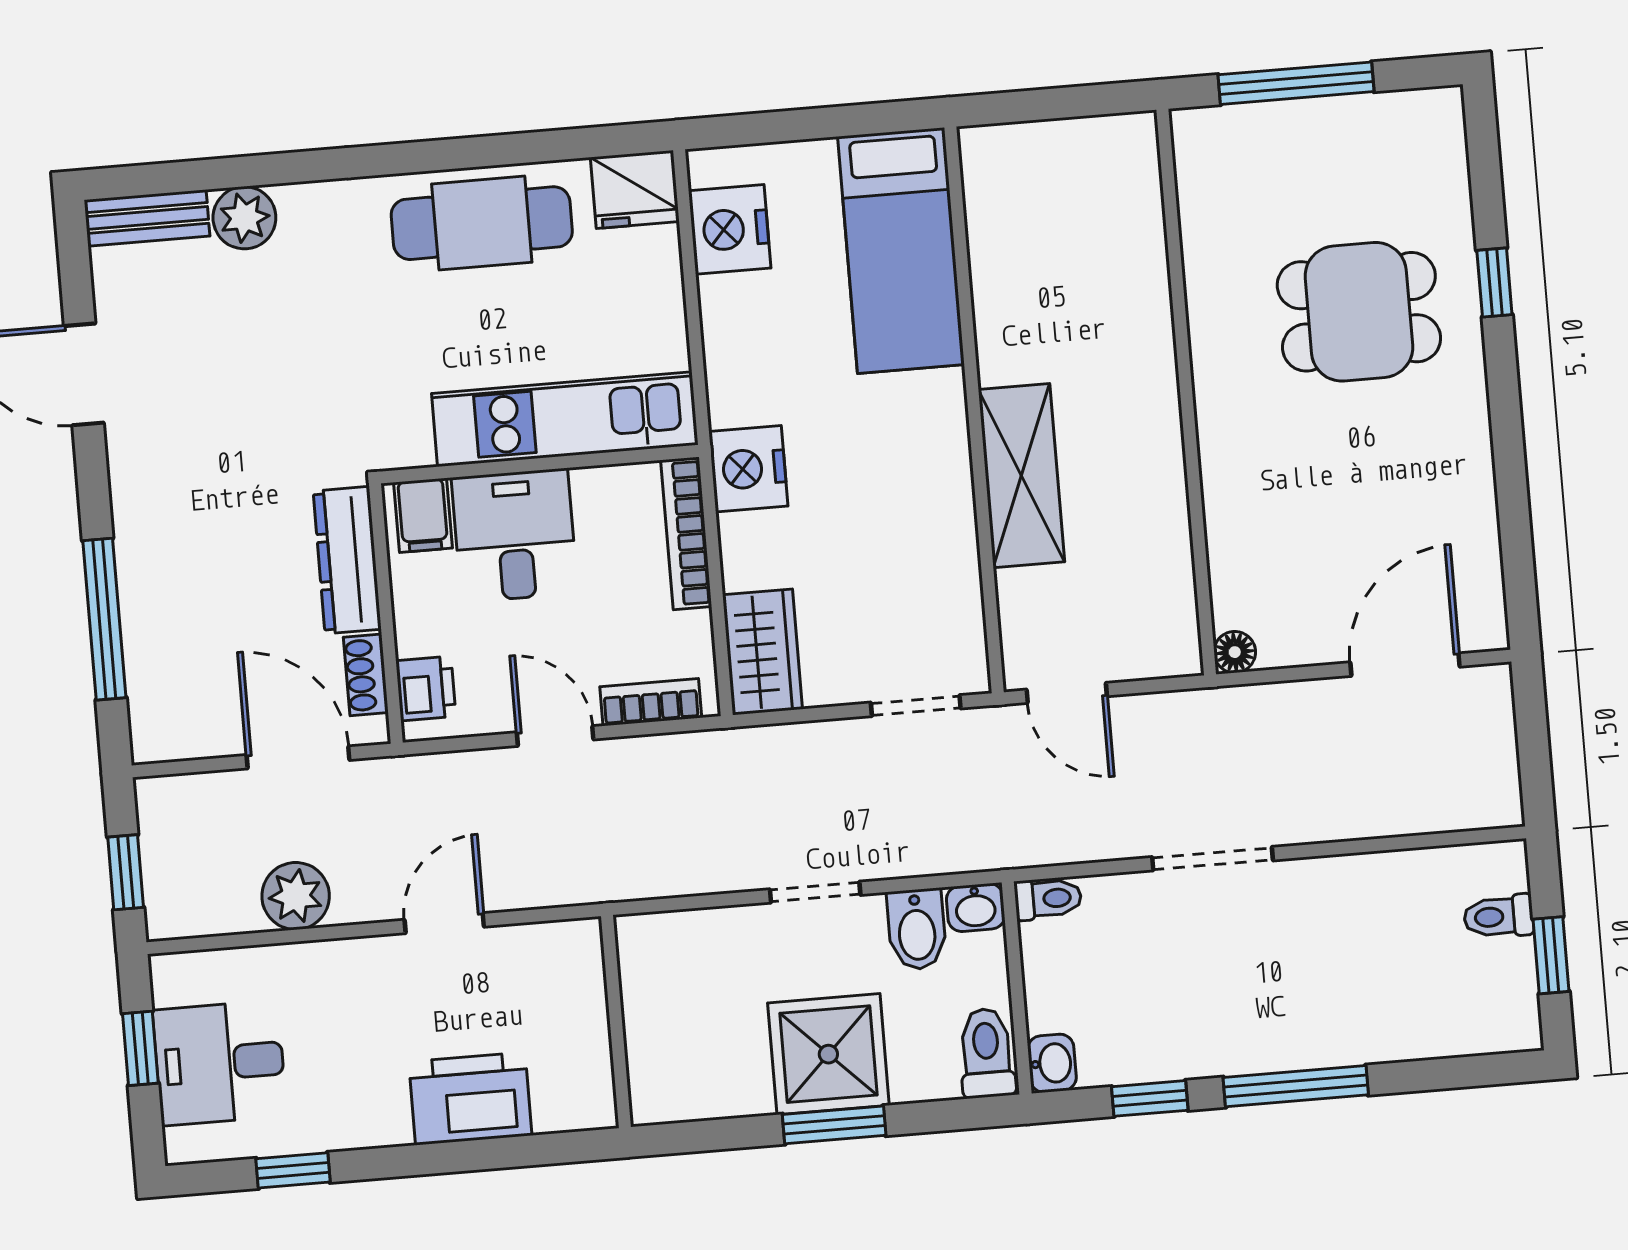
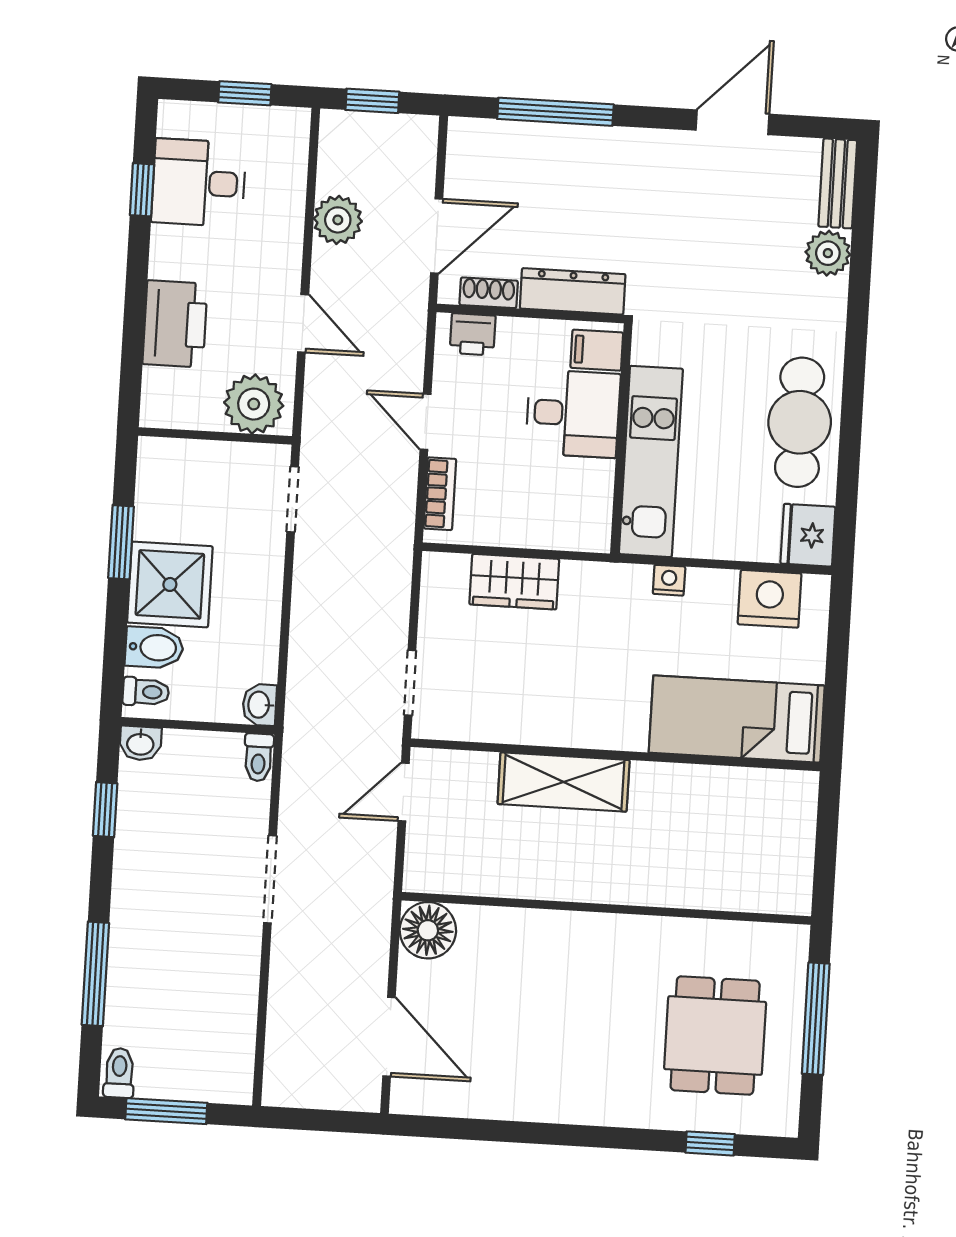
window: (1494, 283) -> (710, 1143), moved
dining table: (1359, 312) -> (715, 1036), moved
nightstand: (748, 469) -> (669, 580), moved, width x0.53, depth x0.56
bookcase: (686, 533) -> (557, 536), removed
wardrobe: (762, 652) -> (514, 582), moved
floor lamp: (1235, 652) -> (428, 930), width x1.89, depth x1.89
door: (555, 736) -> (426, 422), swing flipped
doorway: (815, 892) -> (293, 499), moved
toilet: (1499, 916) -> (119, 1073), moved
bidet: (917, 929) -> (154, 647), moved, turned 180
window: (1551, 955) -> (166, 1111), width x1.50
plant: (565, 975) -> (254, 404), added
toilet: (987, 1053) -> (146, 692), width x0.73, depth x0.72
desk: (220, 1063) -> (199, 183), moved, turned -90
window: (1296, 1086) -> (95, 974), moved
window: (834, 1125) -> (121, 542), moved

